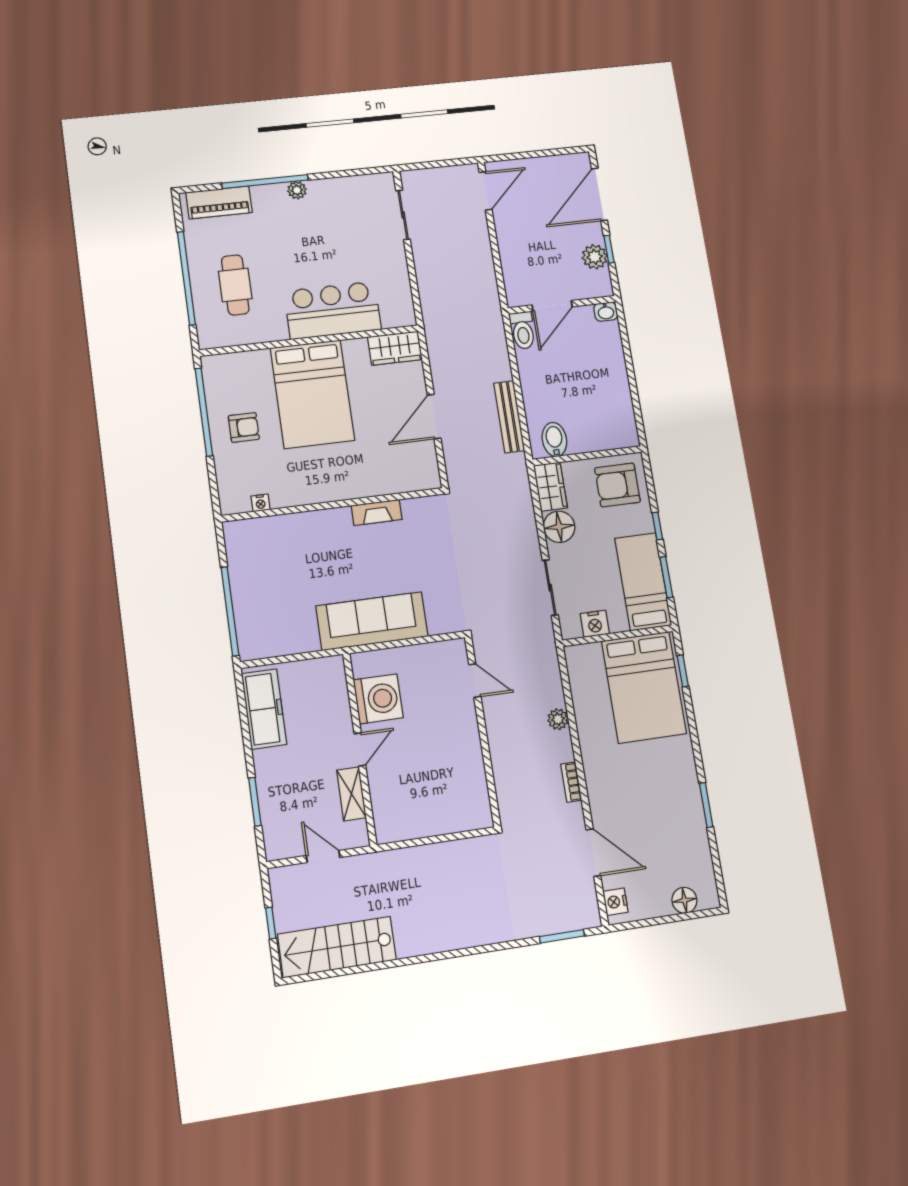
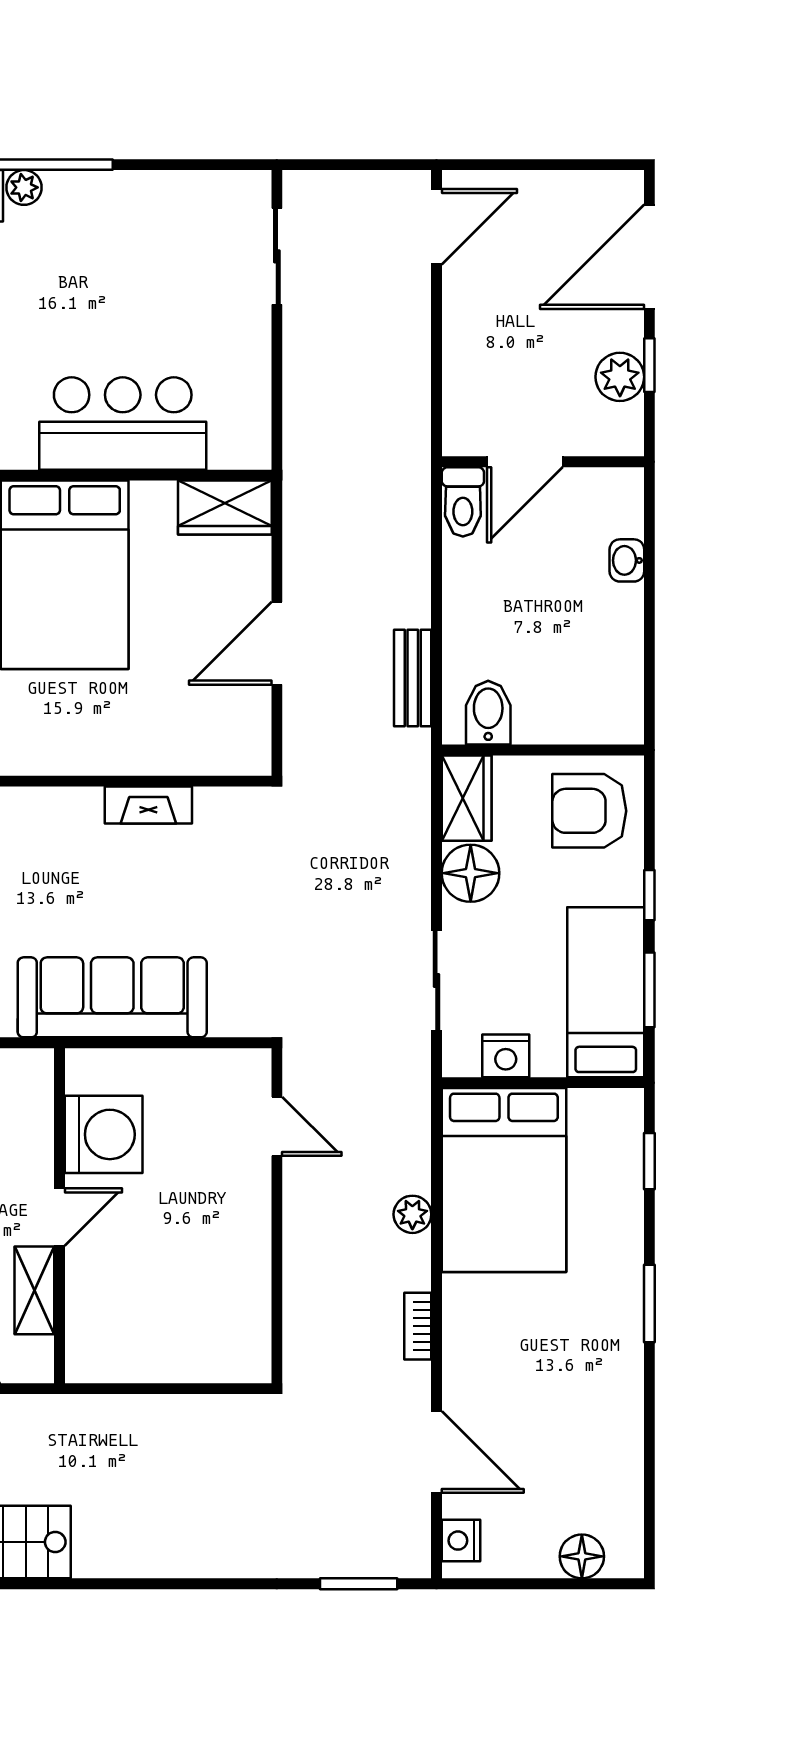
plant: (297, 190) -> (24, 187), moved
washbasin: (606, 312) -> (627, 560), moved, turned 90
bench: (509, 417) -> (413, 678), width x0.73
bed: (644, 687) -> (504, 1180), moved
window: (706, 805) -> (649, 1304), moved

